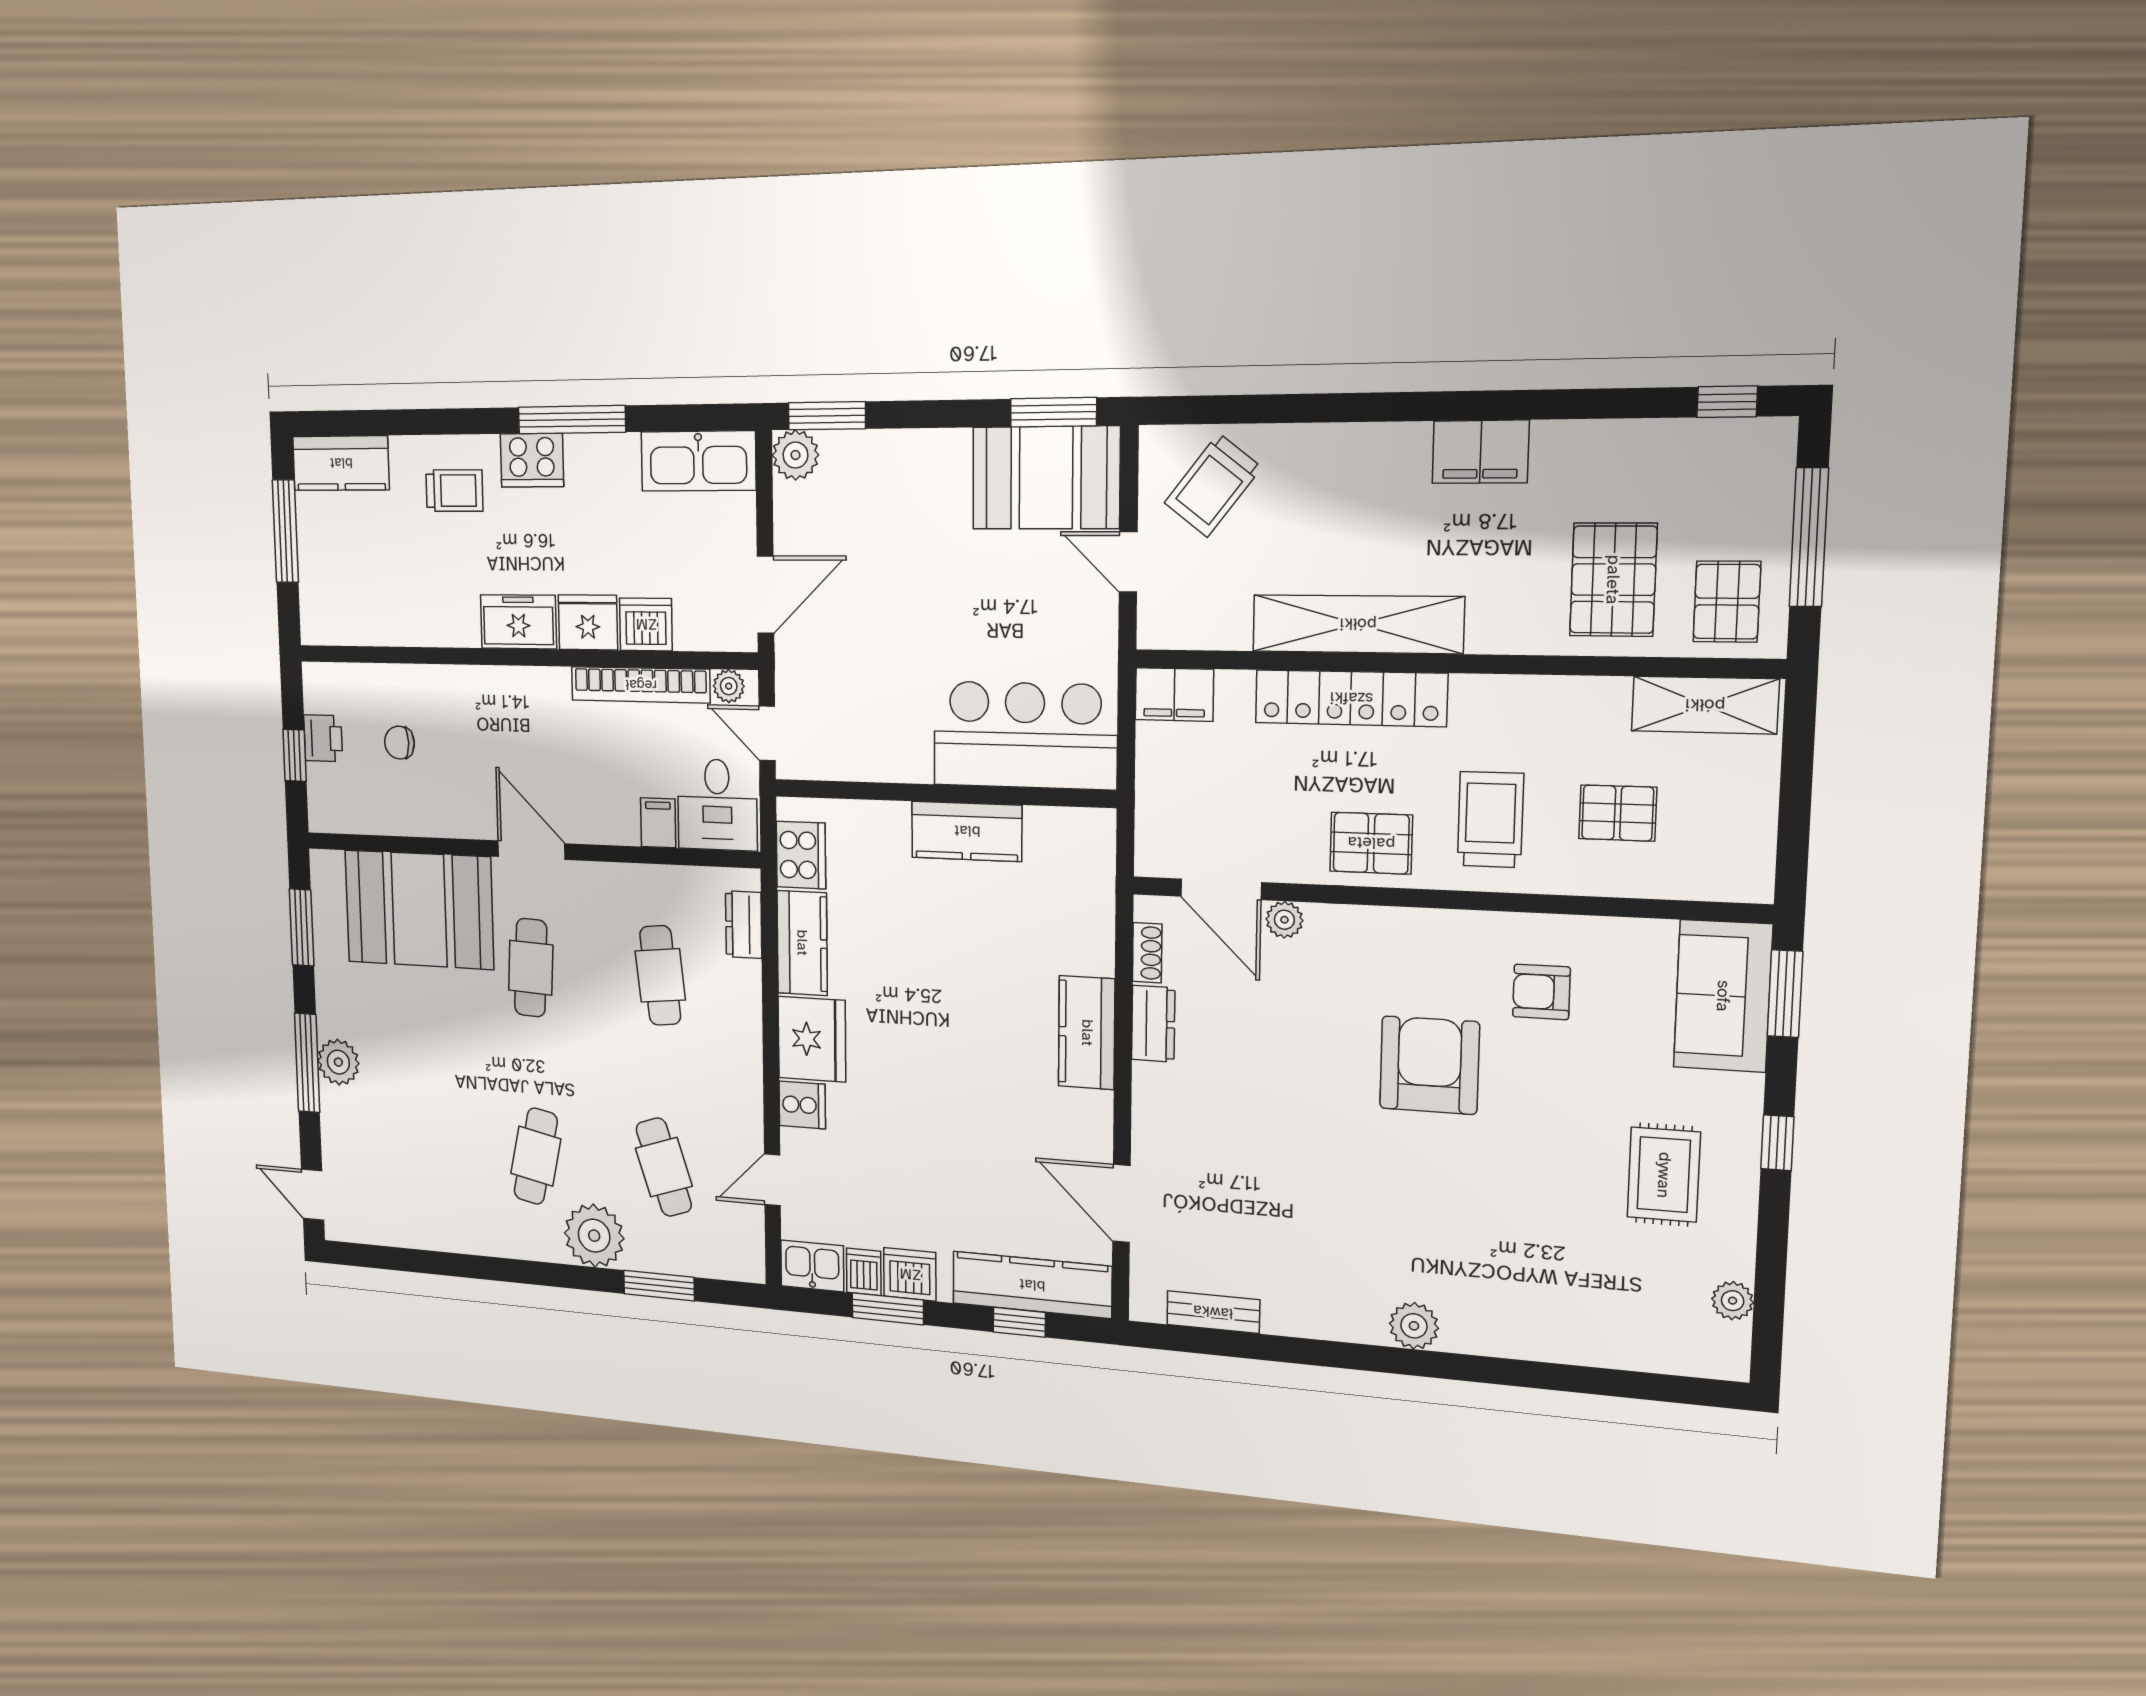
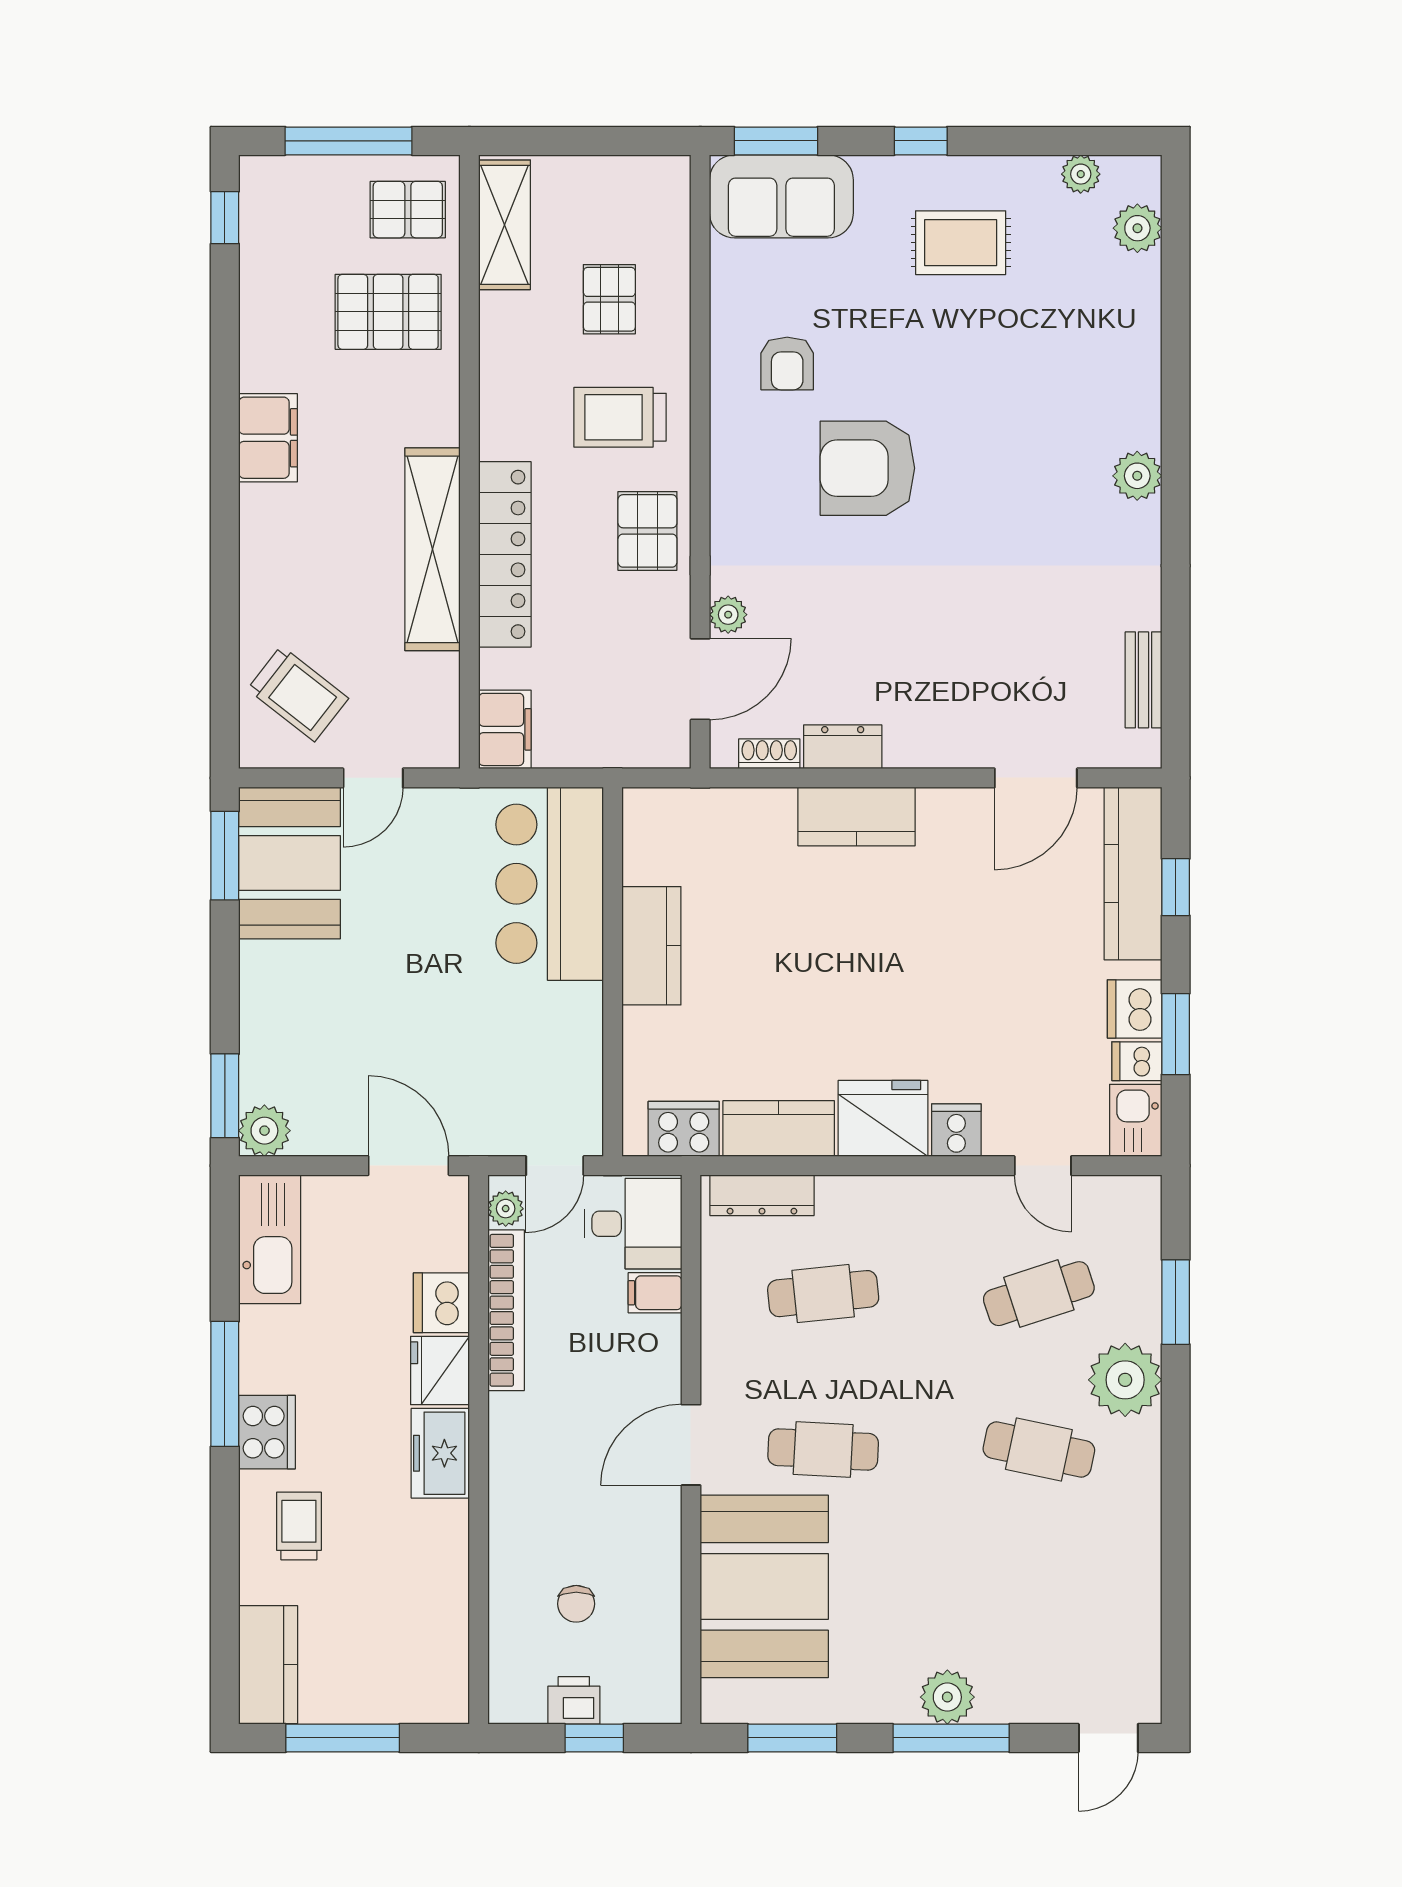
dresser: (744, 925) -> (762, 1195), width x1.44
plant: (1671, 1351) -> (1137, 228), added

